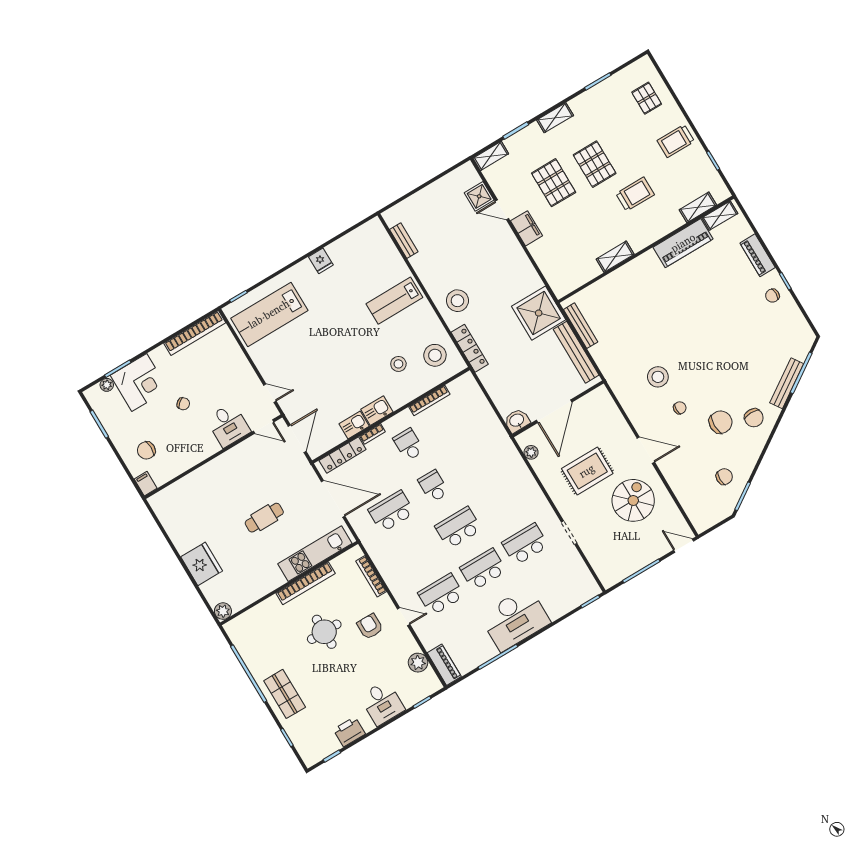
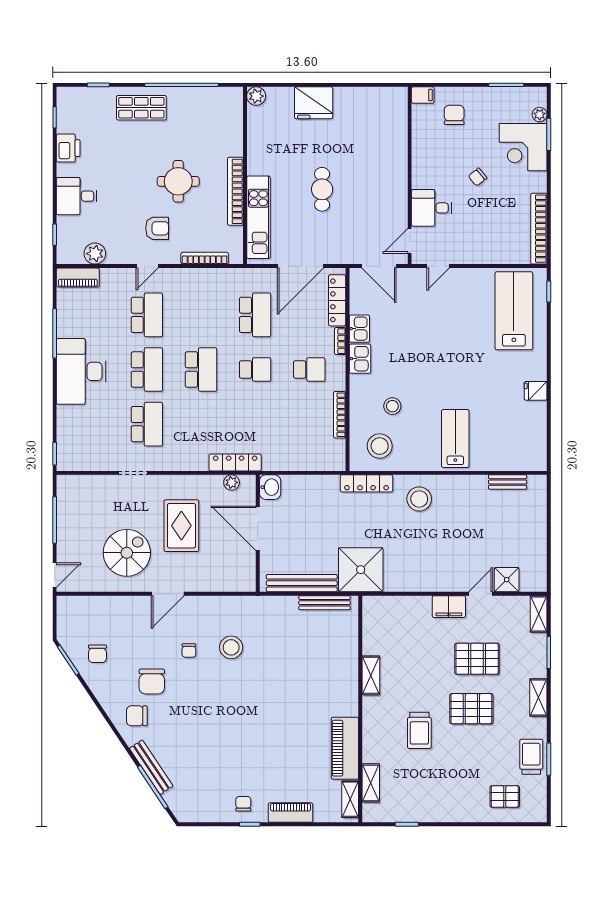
trolley: (676, 141) -> (531, 757), moved
locker: (514, 459) -> (235, 462), added
spiral stairs: (633, 500) -> (127, 553), turned -90

